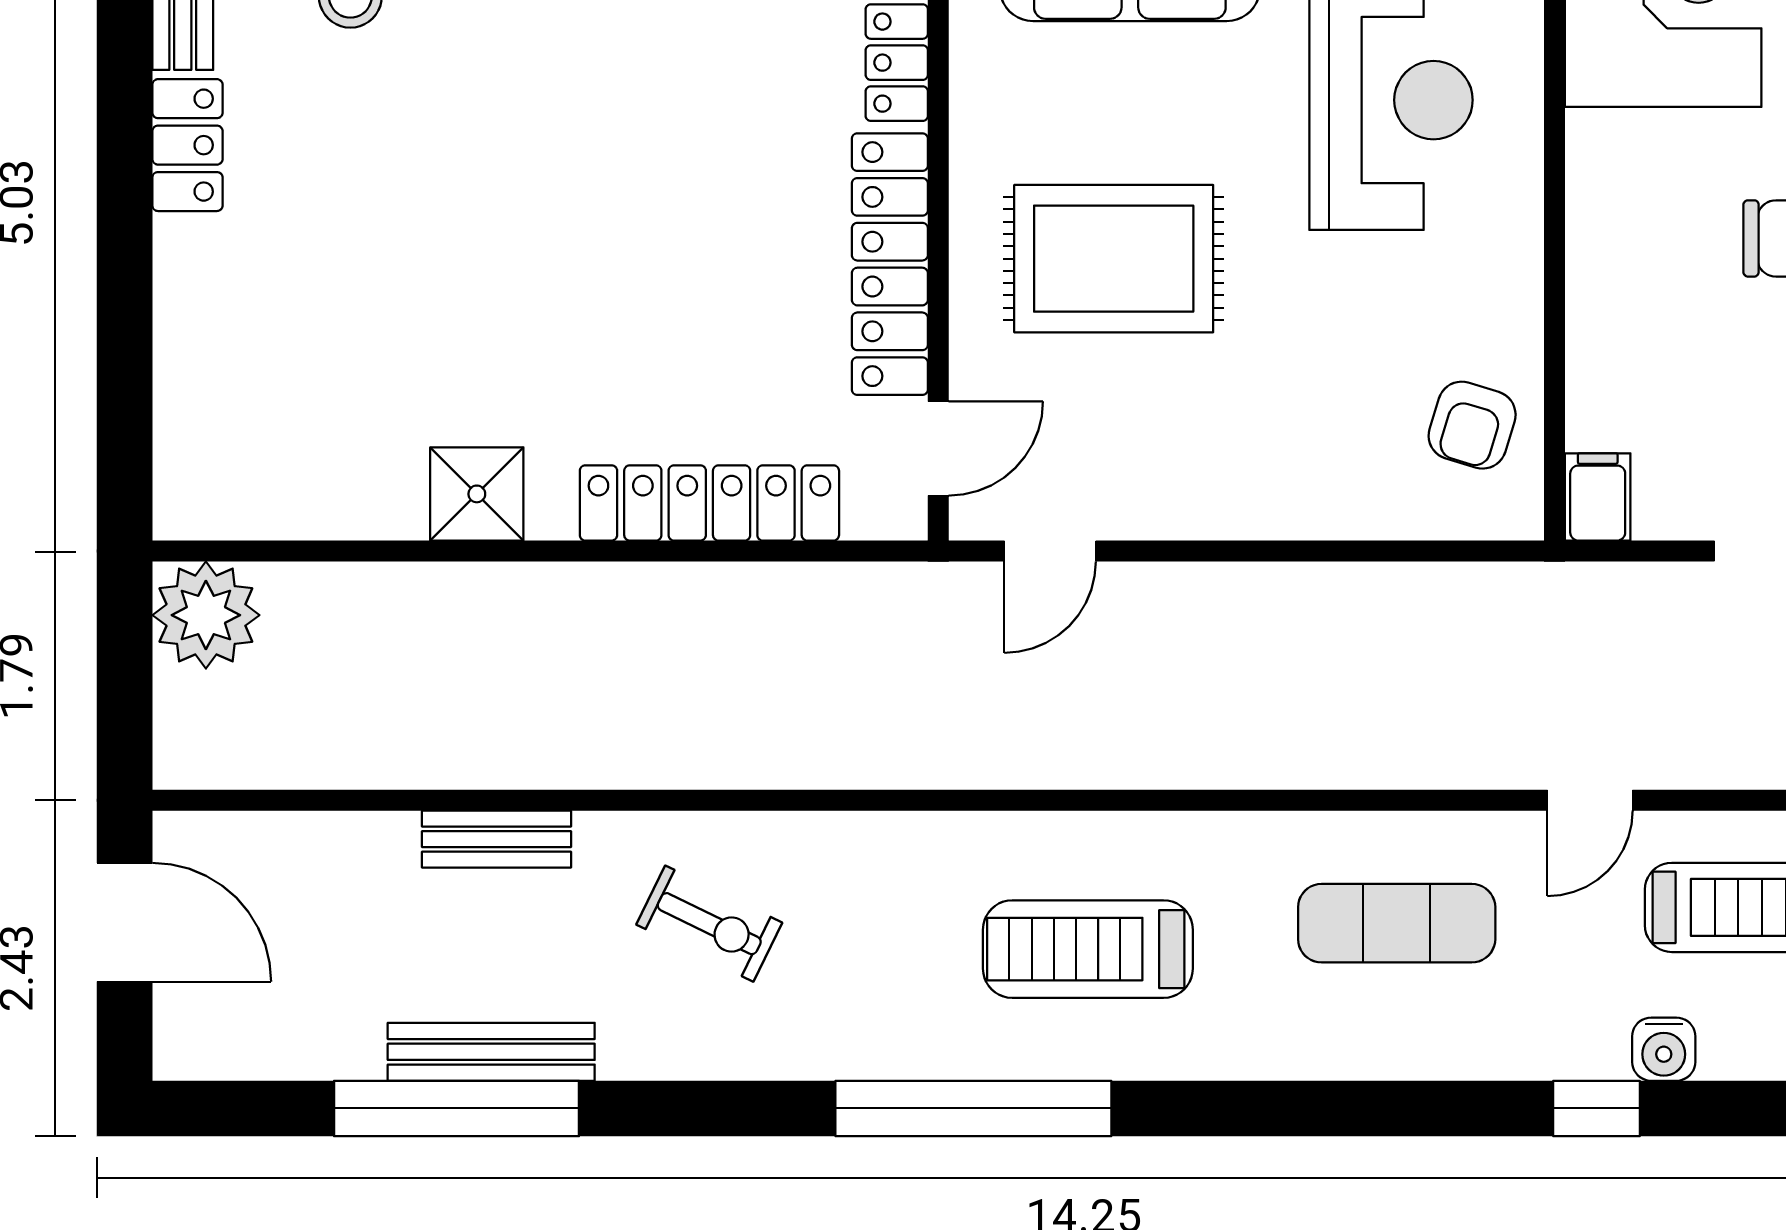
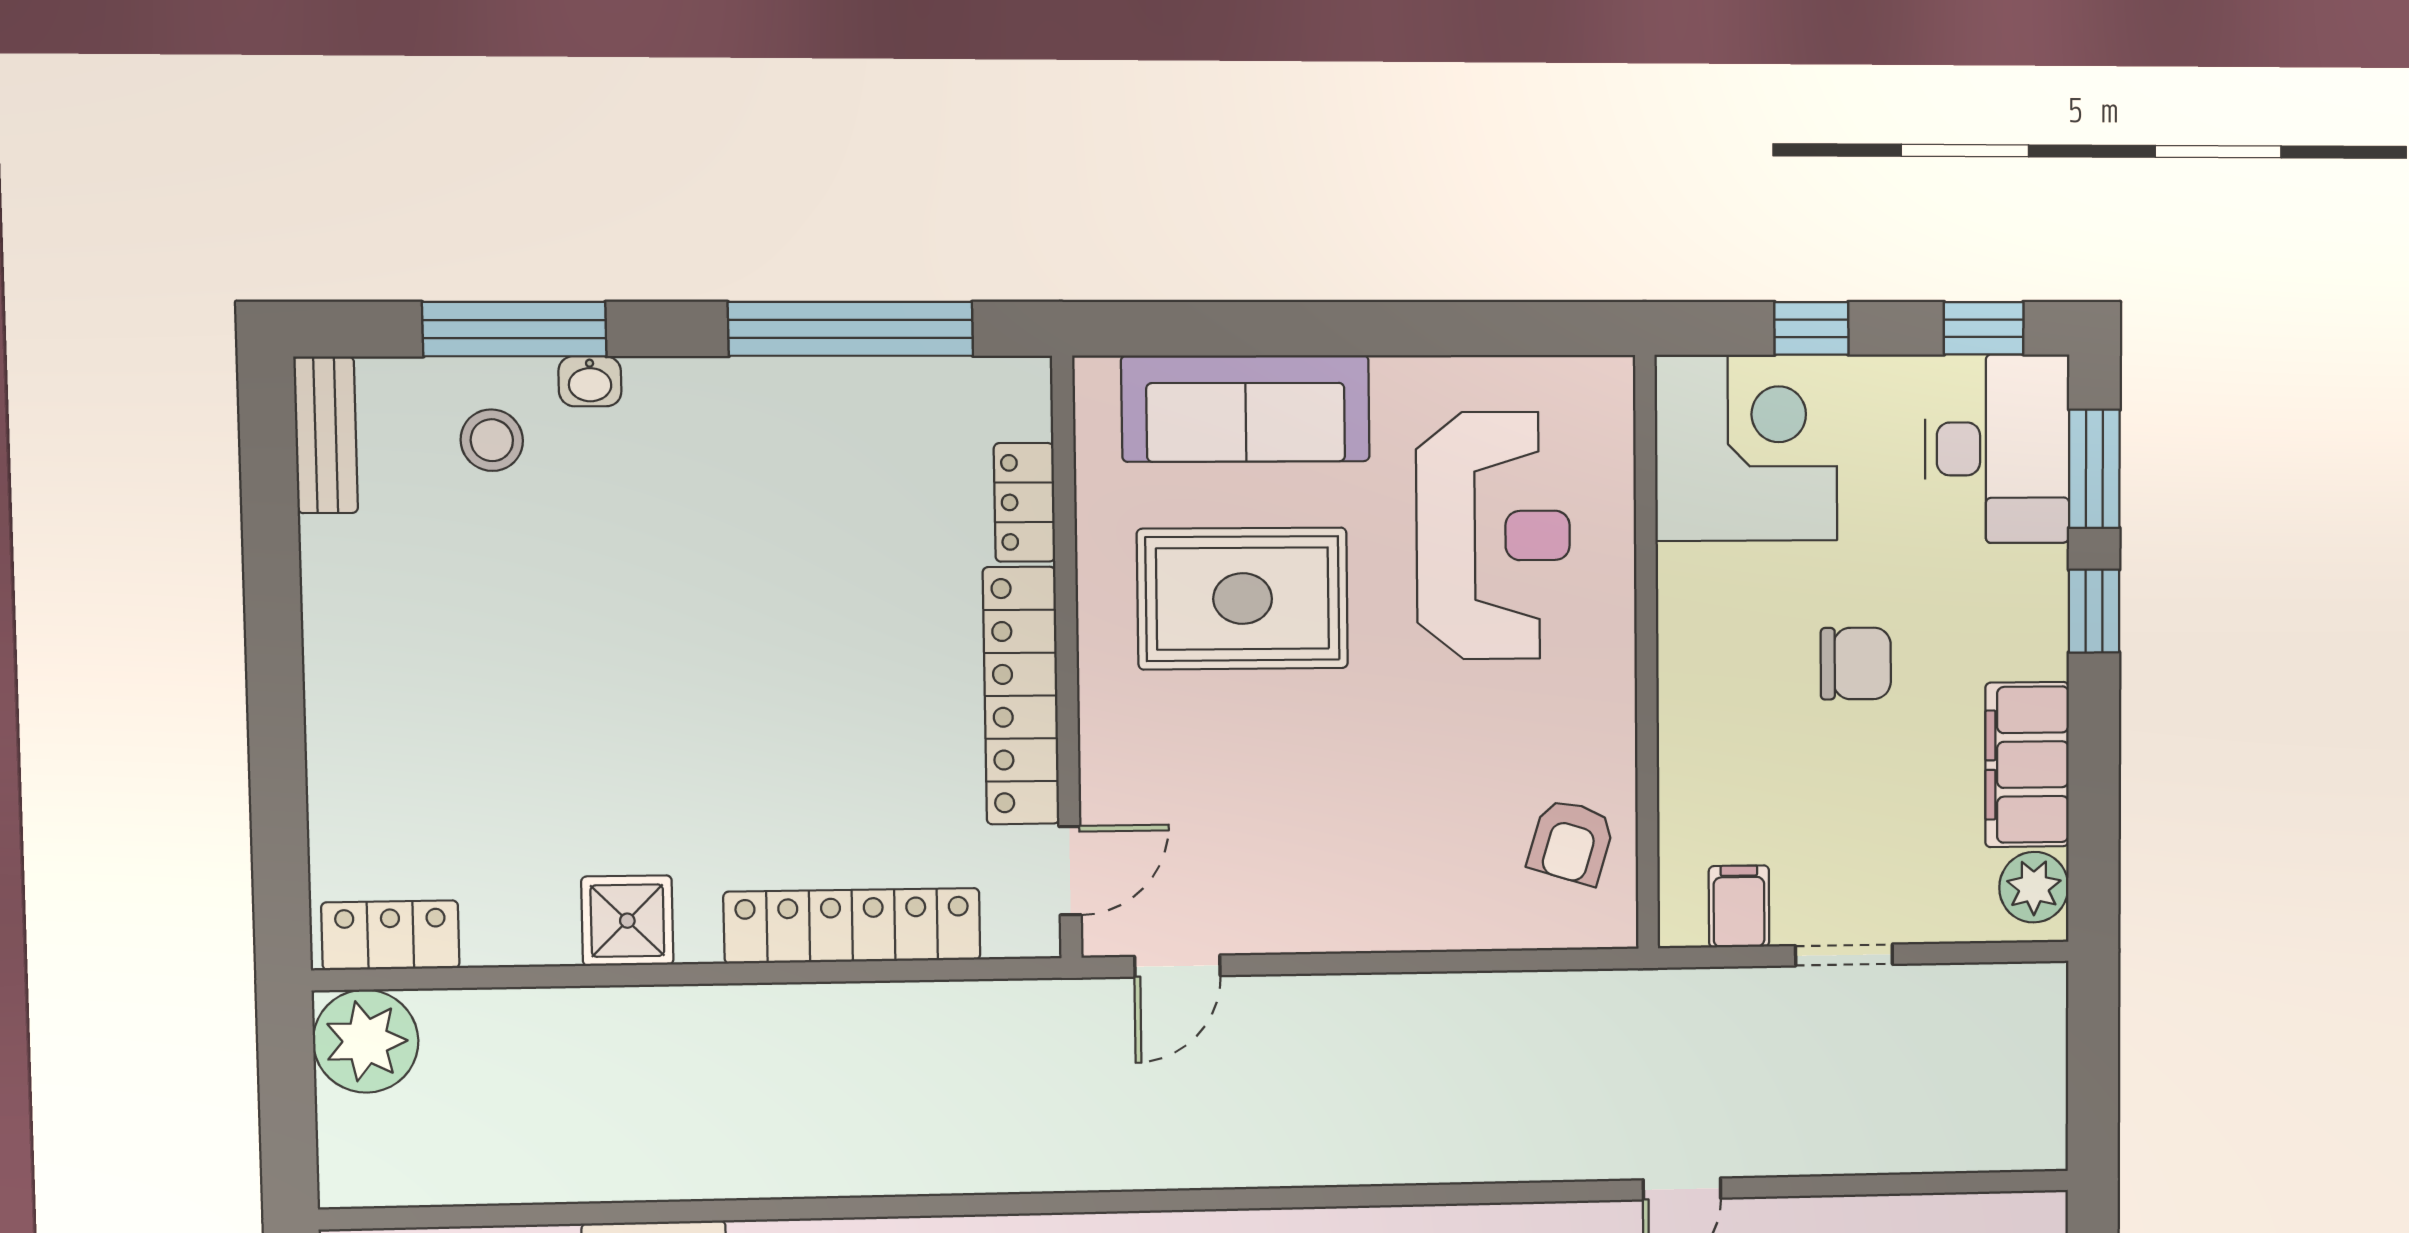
locker: (187, 145) -> (390, 935), moved, turned -90
rug: (1114, 259) -> (1243, 599), moved
filing cabinet: (1598, 497) -> (1739, 906), moved

